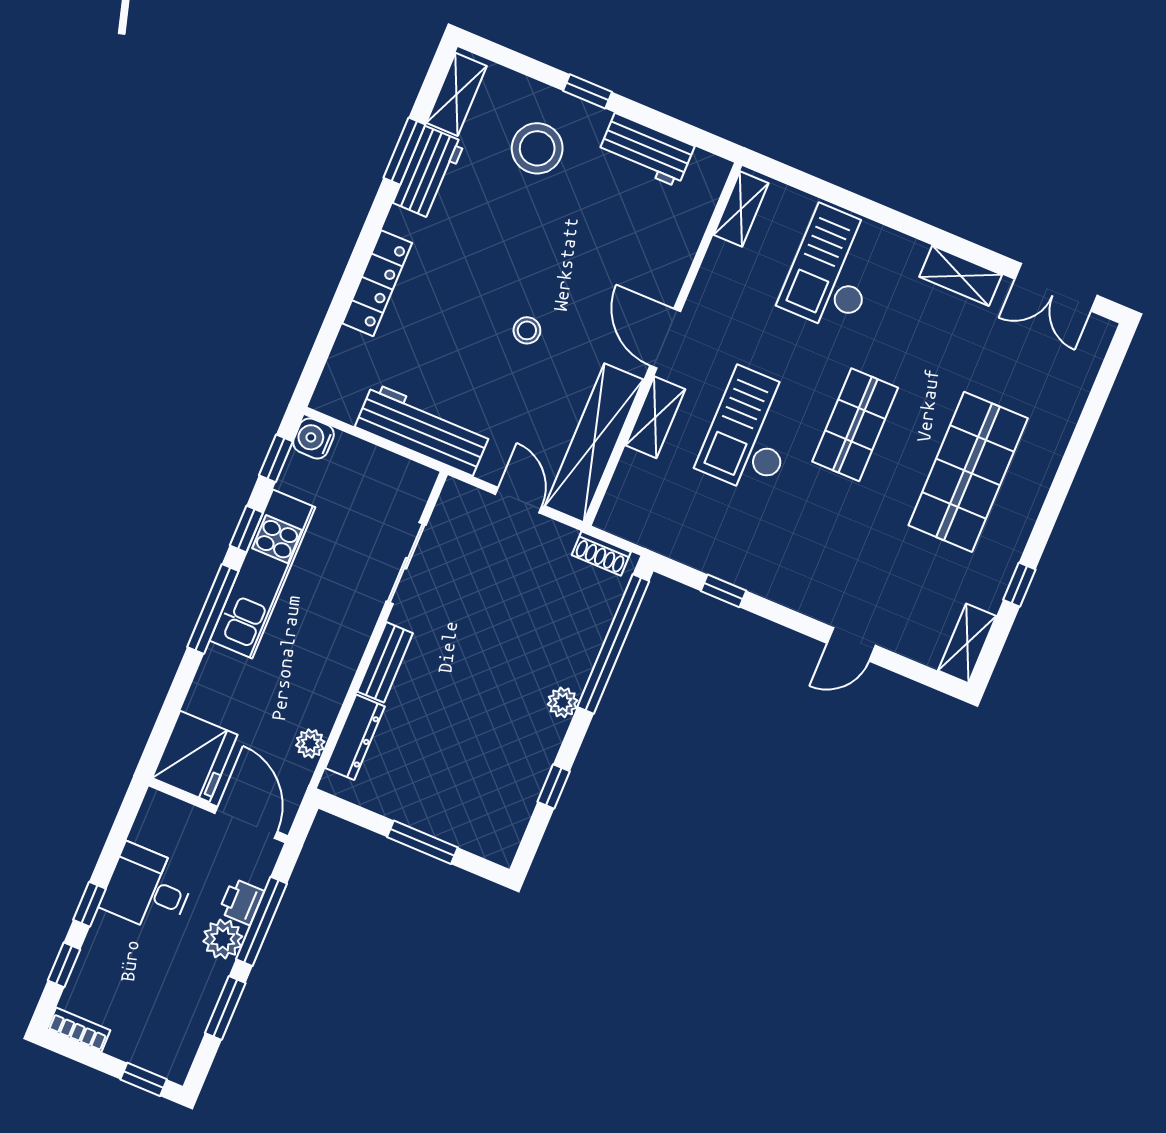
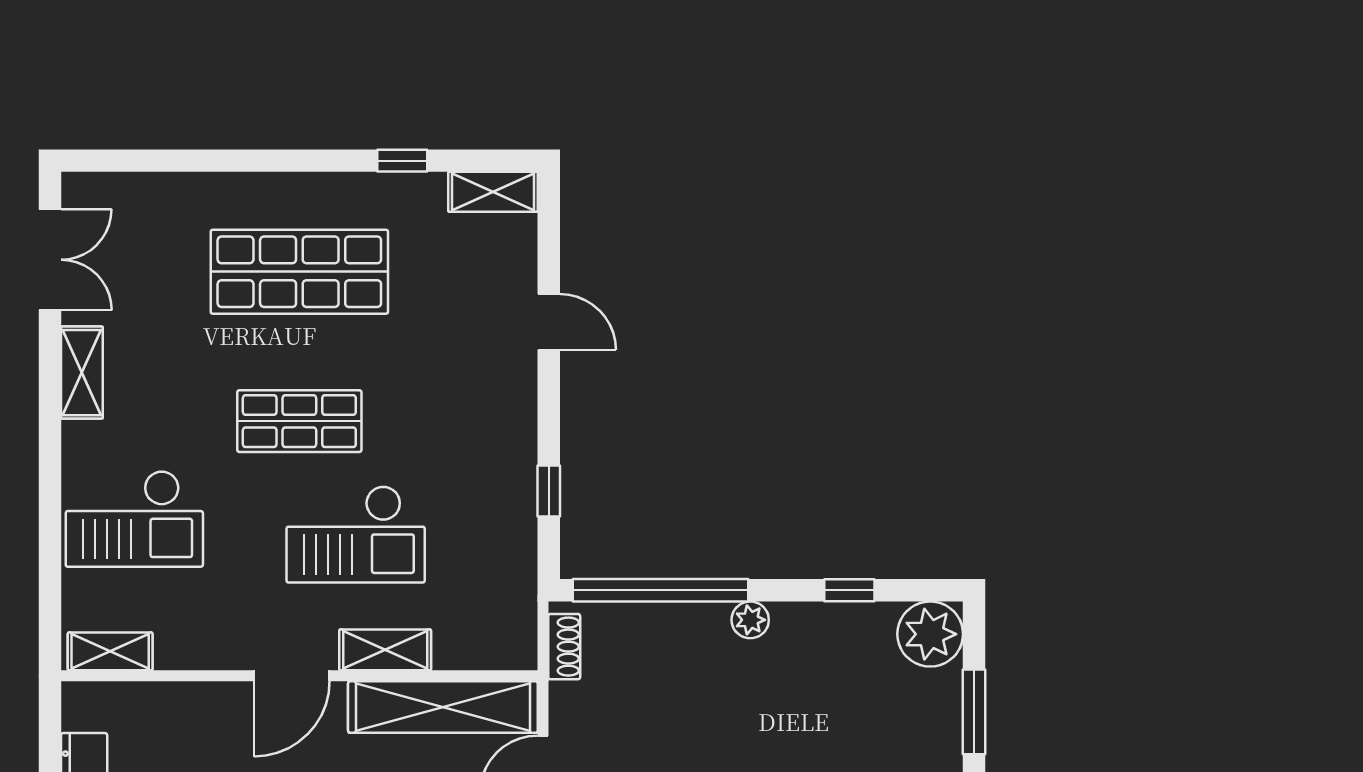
plant: (495, 834) -> (930, 634), added

